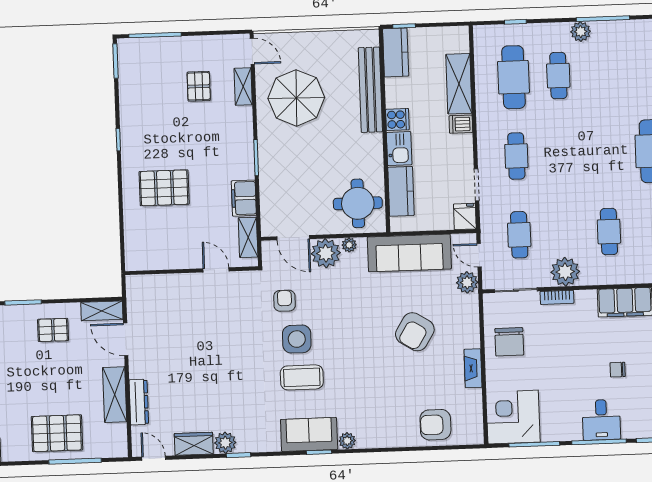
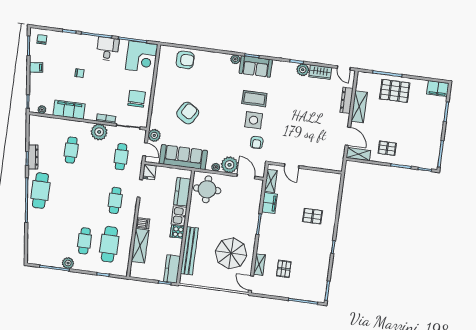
pallet: (164, 188) -> (312, 216), width x0.67, depth x0.71
fireplace: (473, 368) -> (159, 87), removed
desk: (601, 420) -> (108, 49), moved

